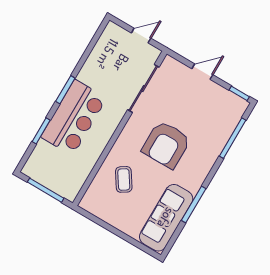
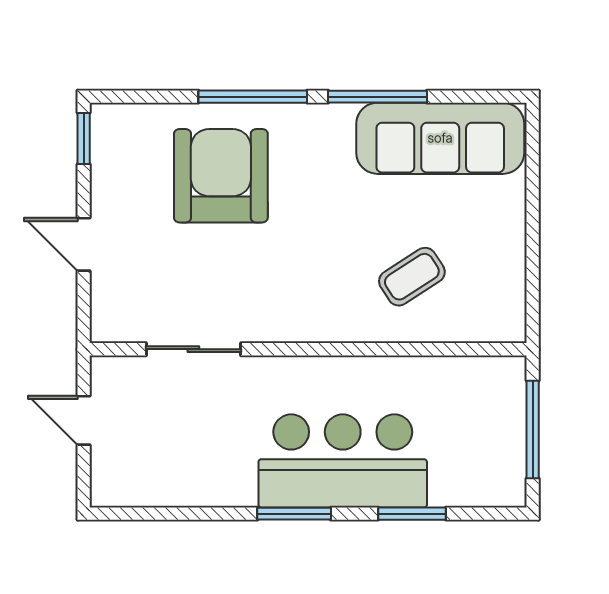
sliding door: (143, 88) -> (193, 349), width x0.73
window: (233, 138) -> (253, 97), moved
armchair: (166, 145) -> (221, 176), moved, turned -90

